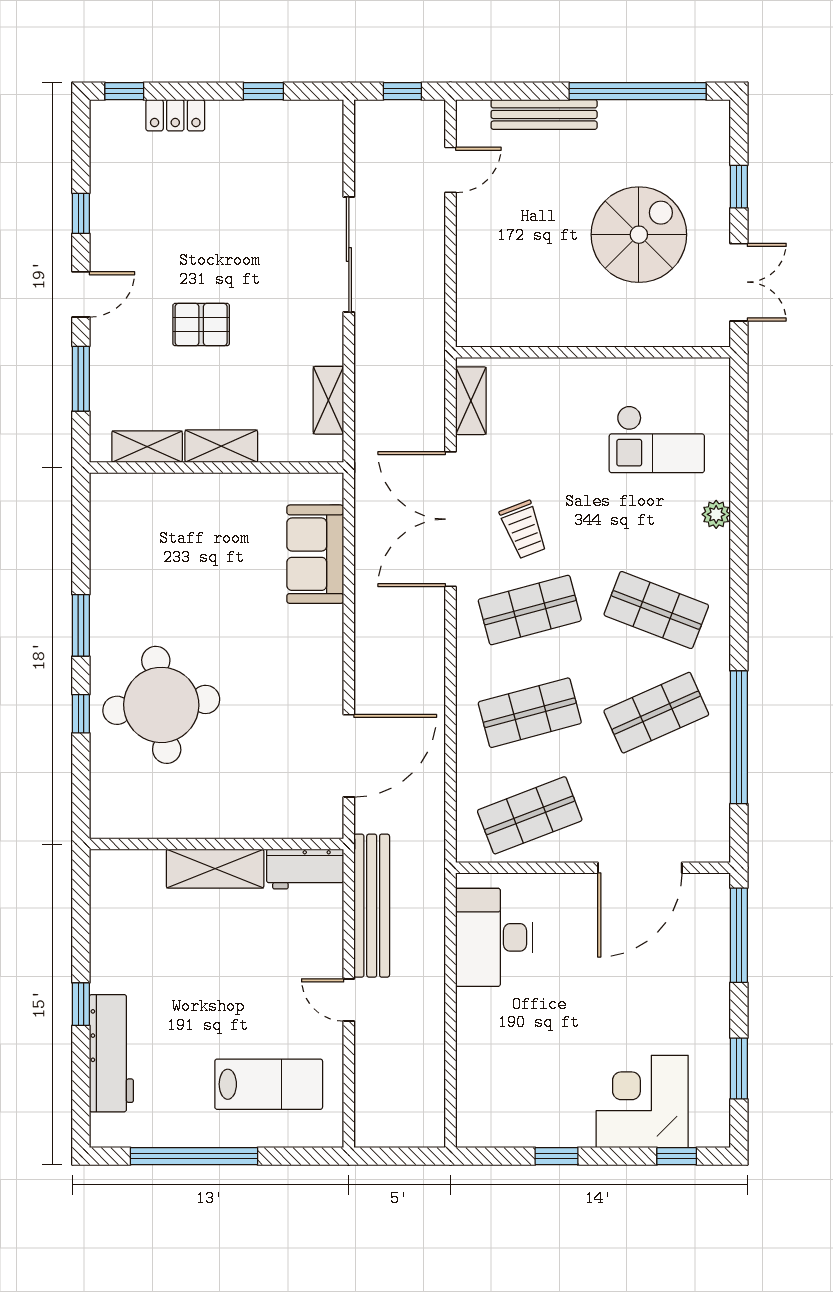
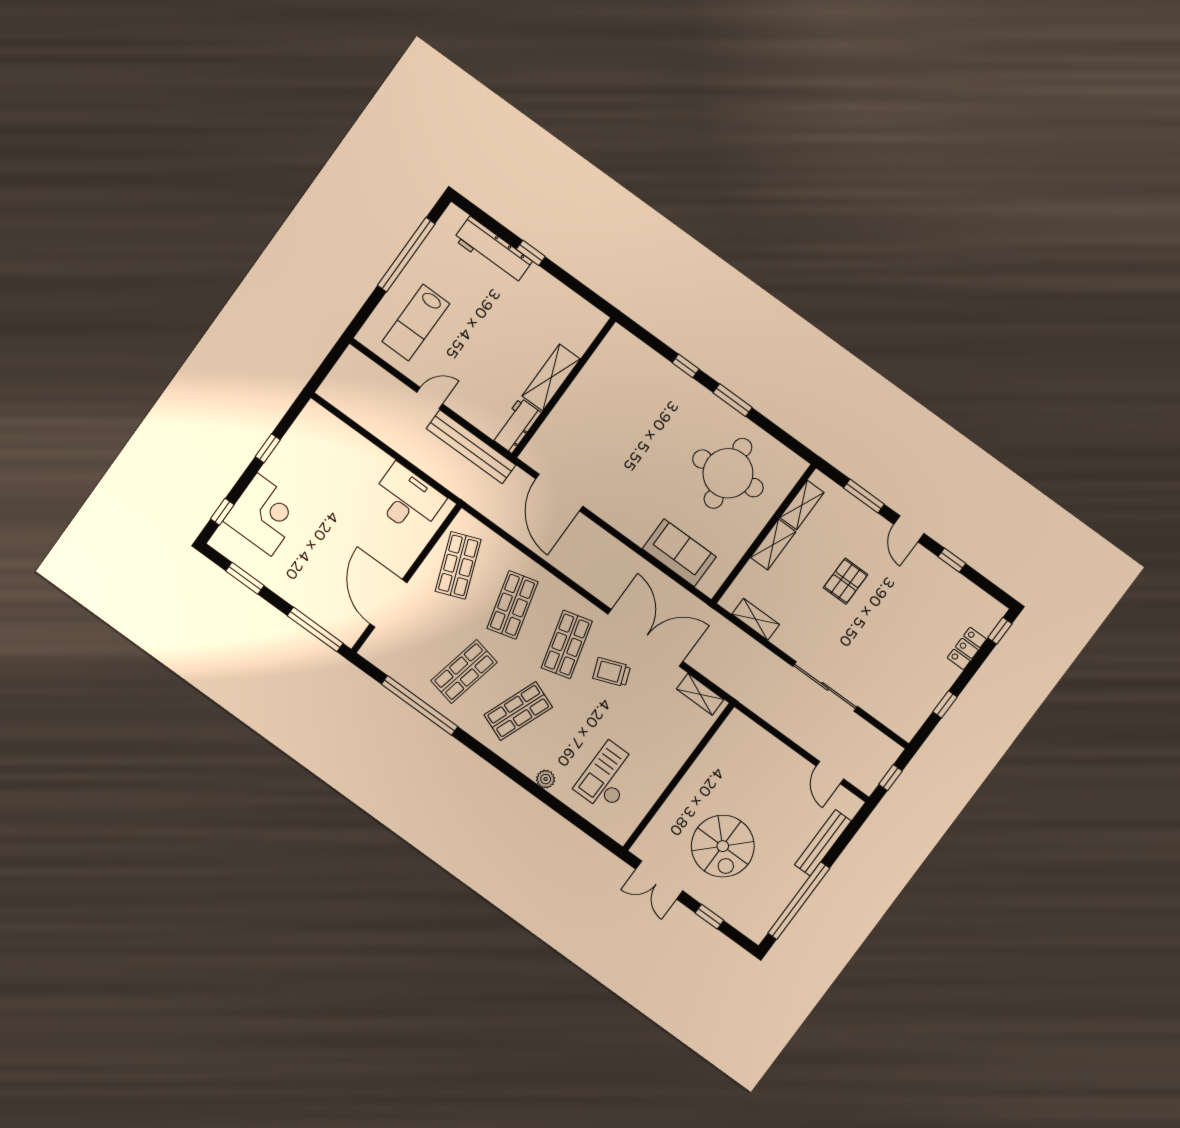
round table: (161, 705) -> (728, 473), moved
shop shelf: (656, 713) -> (464, 672), turned 36

